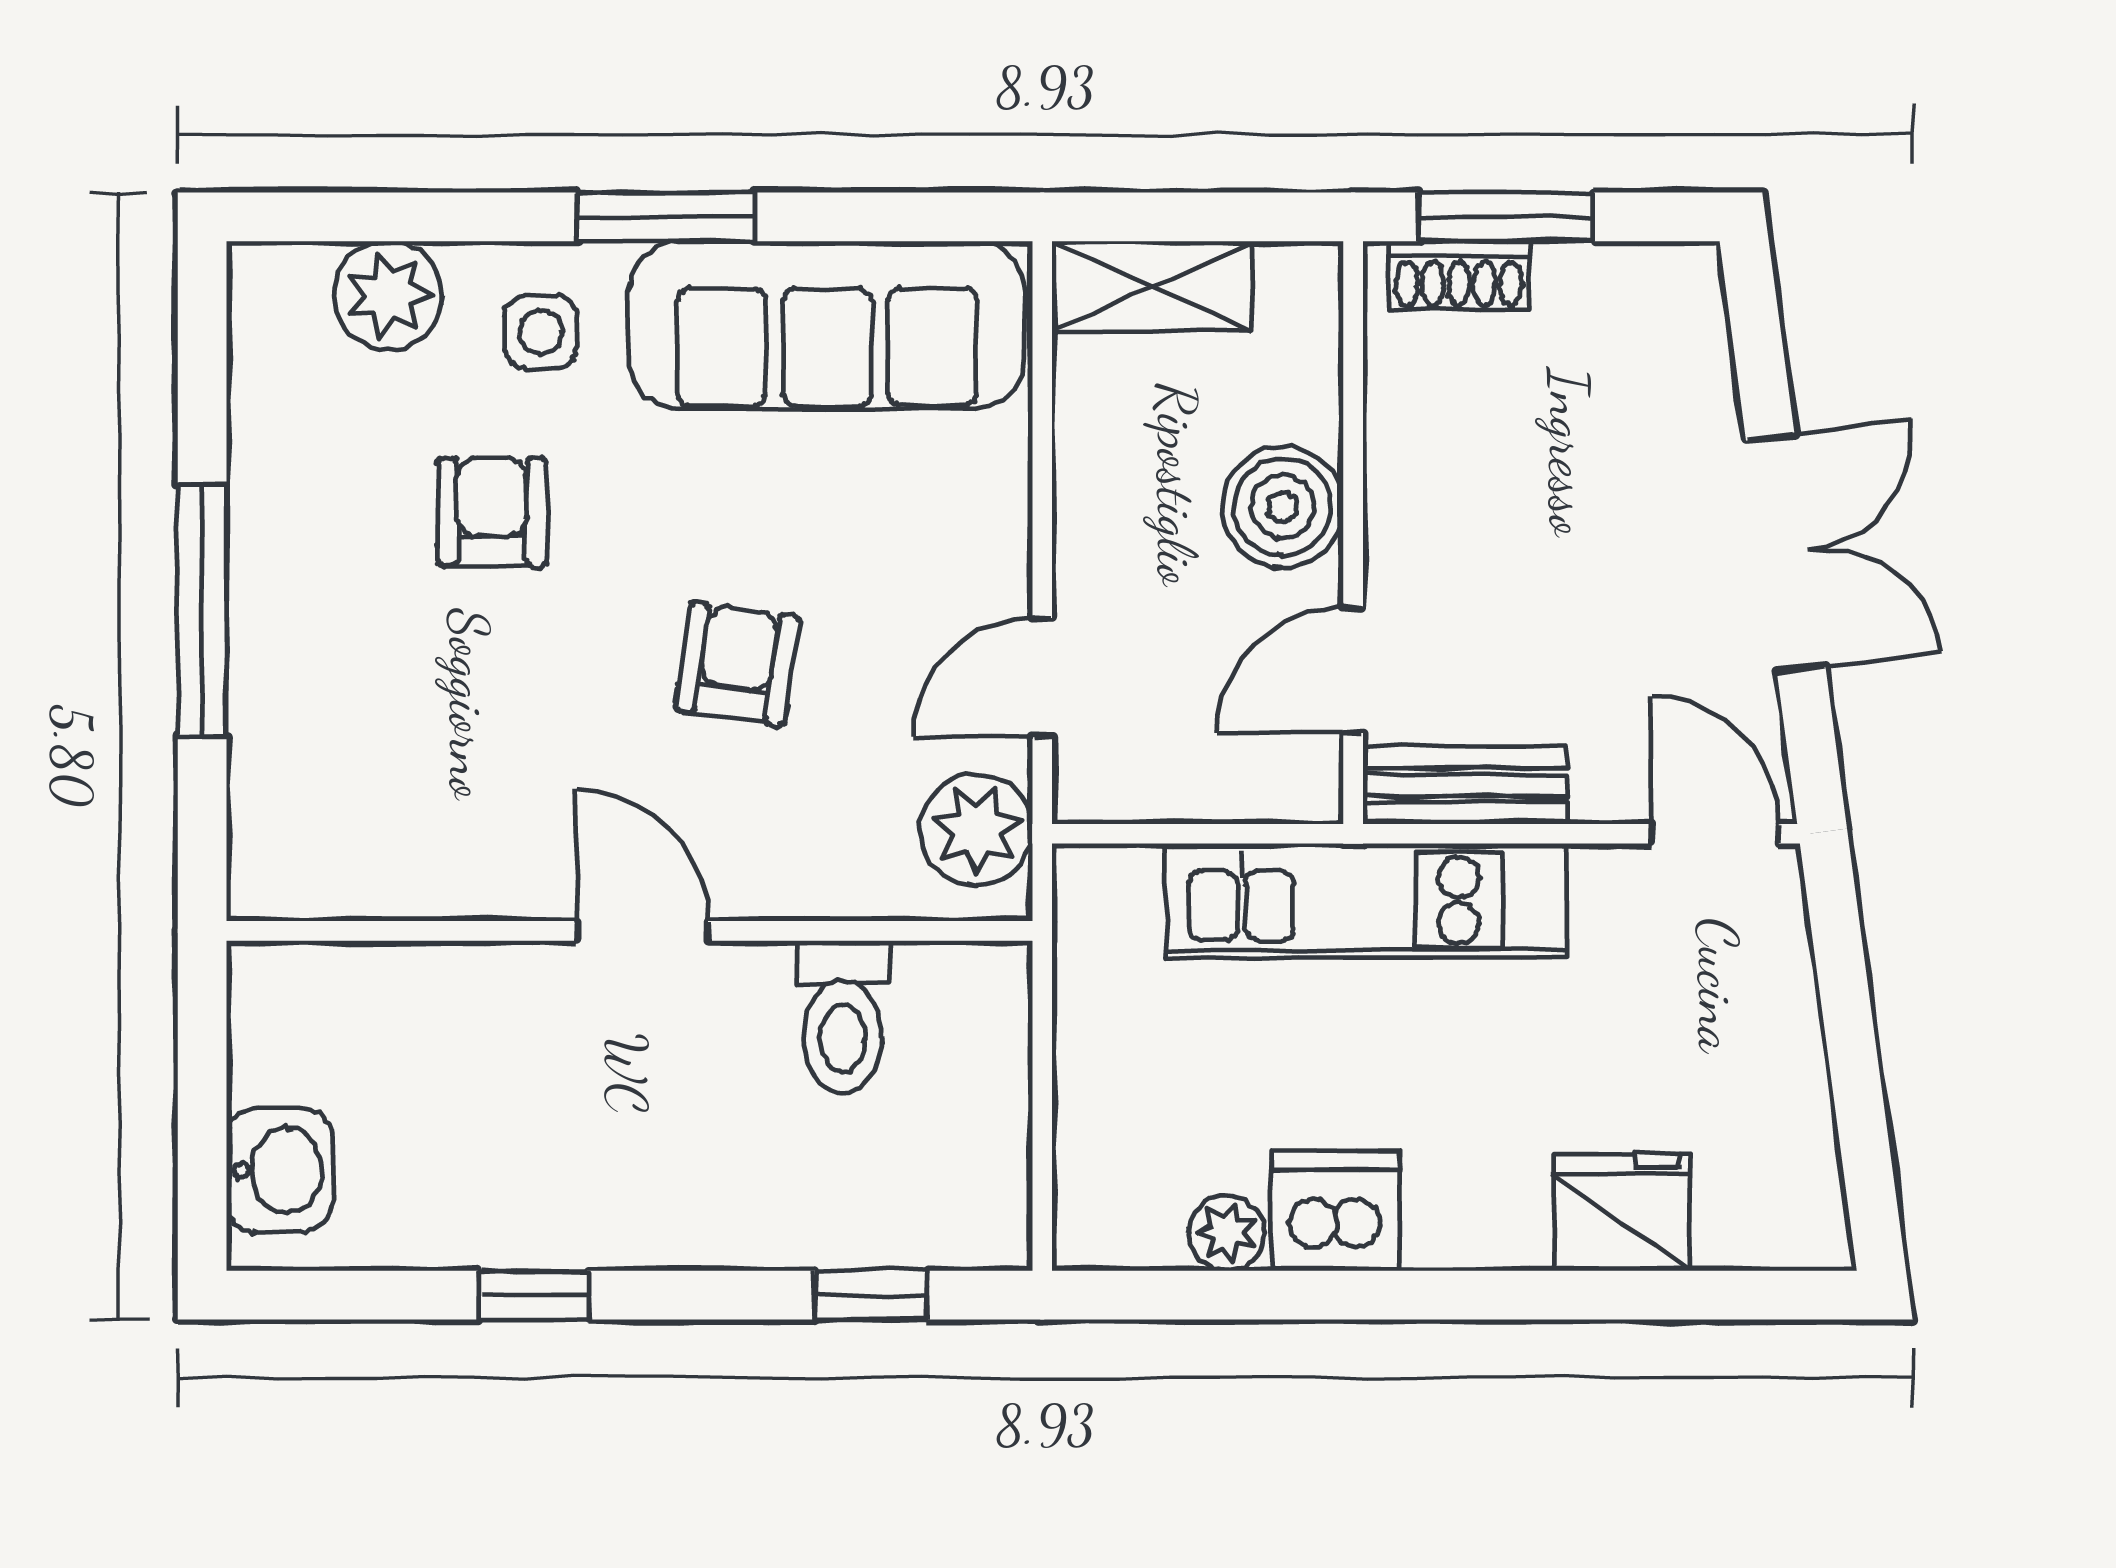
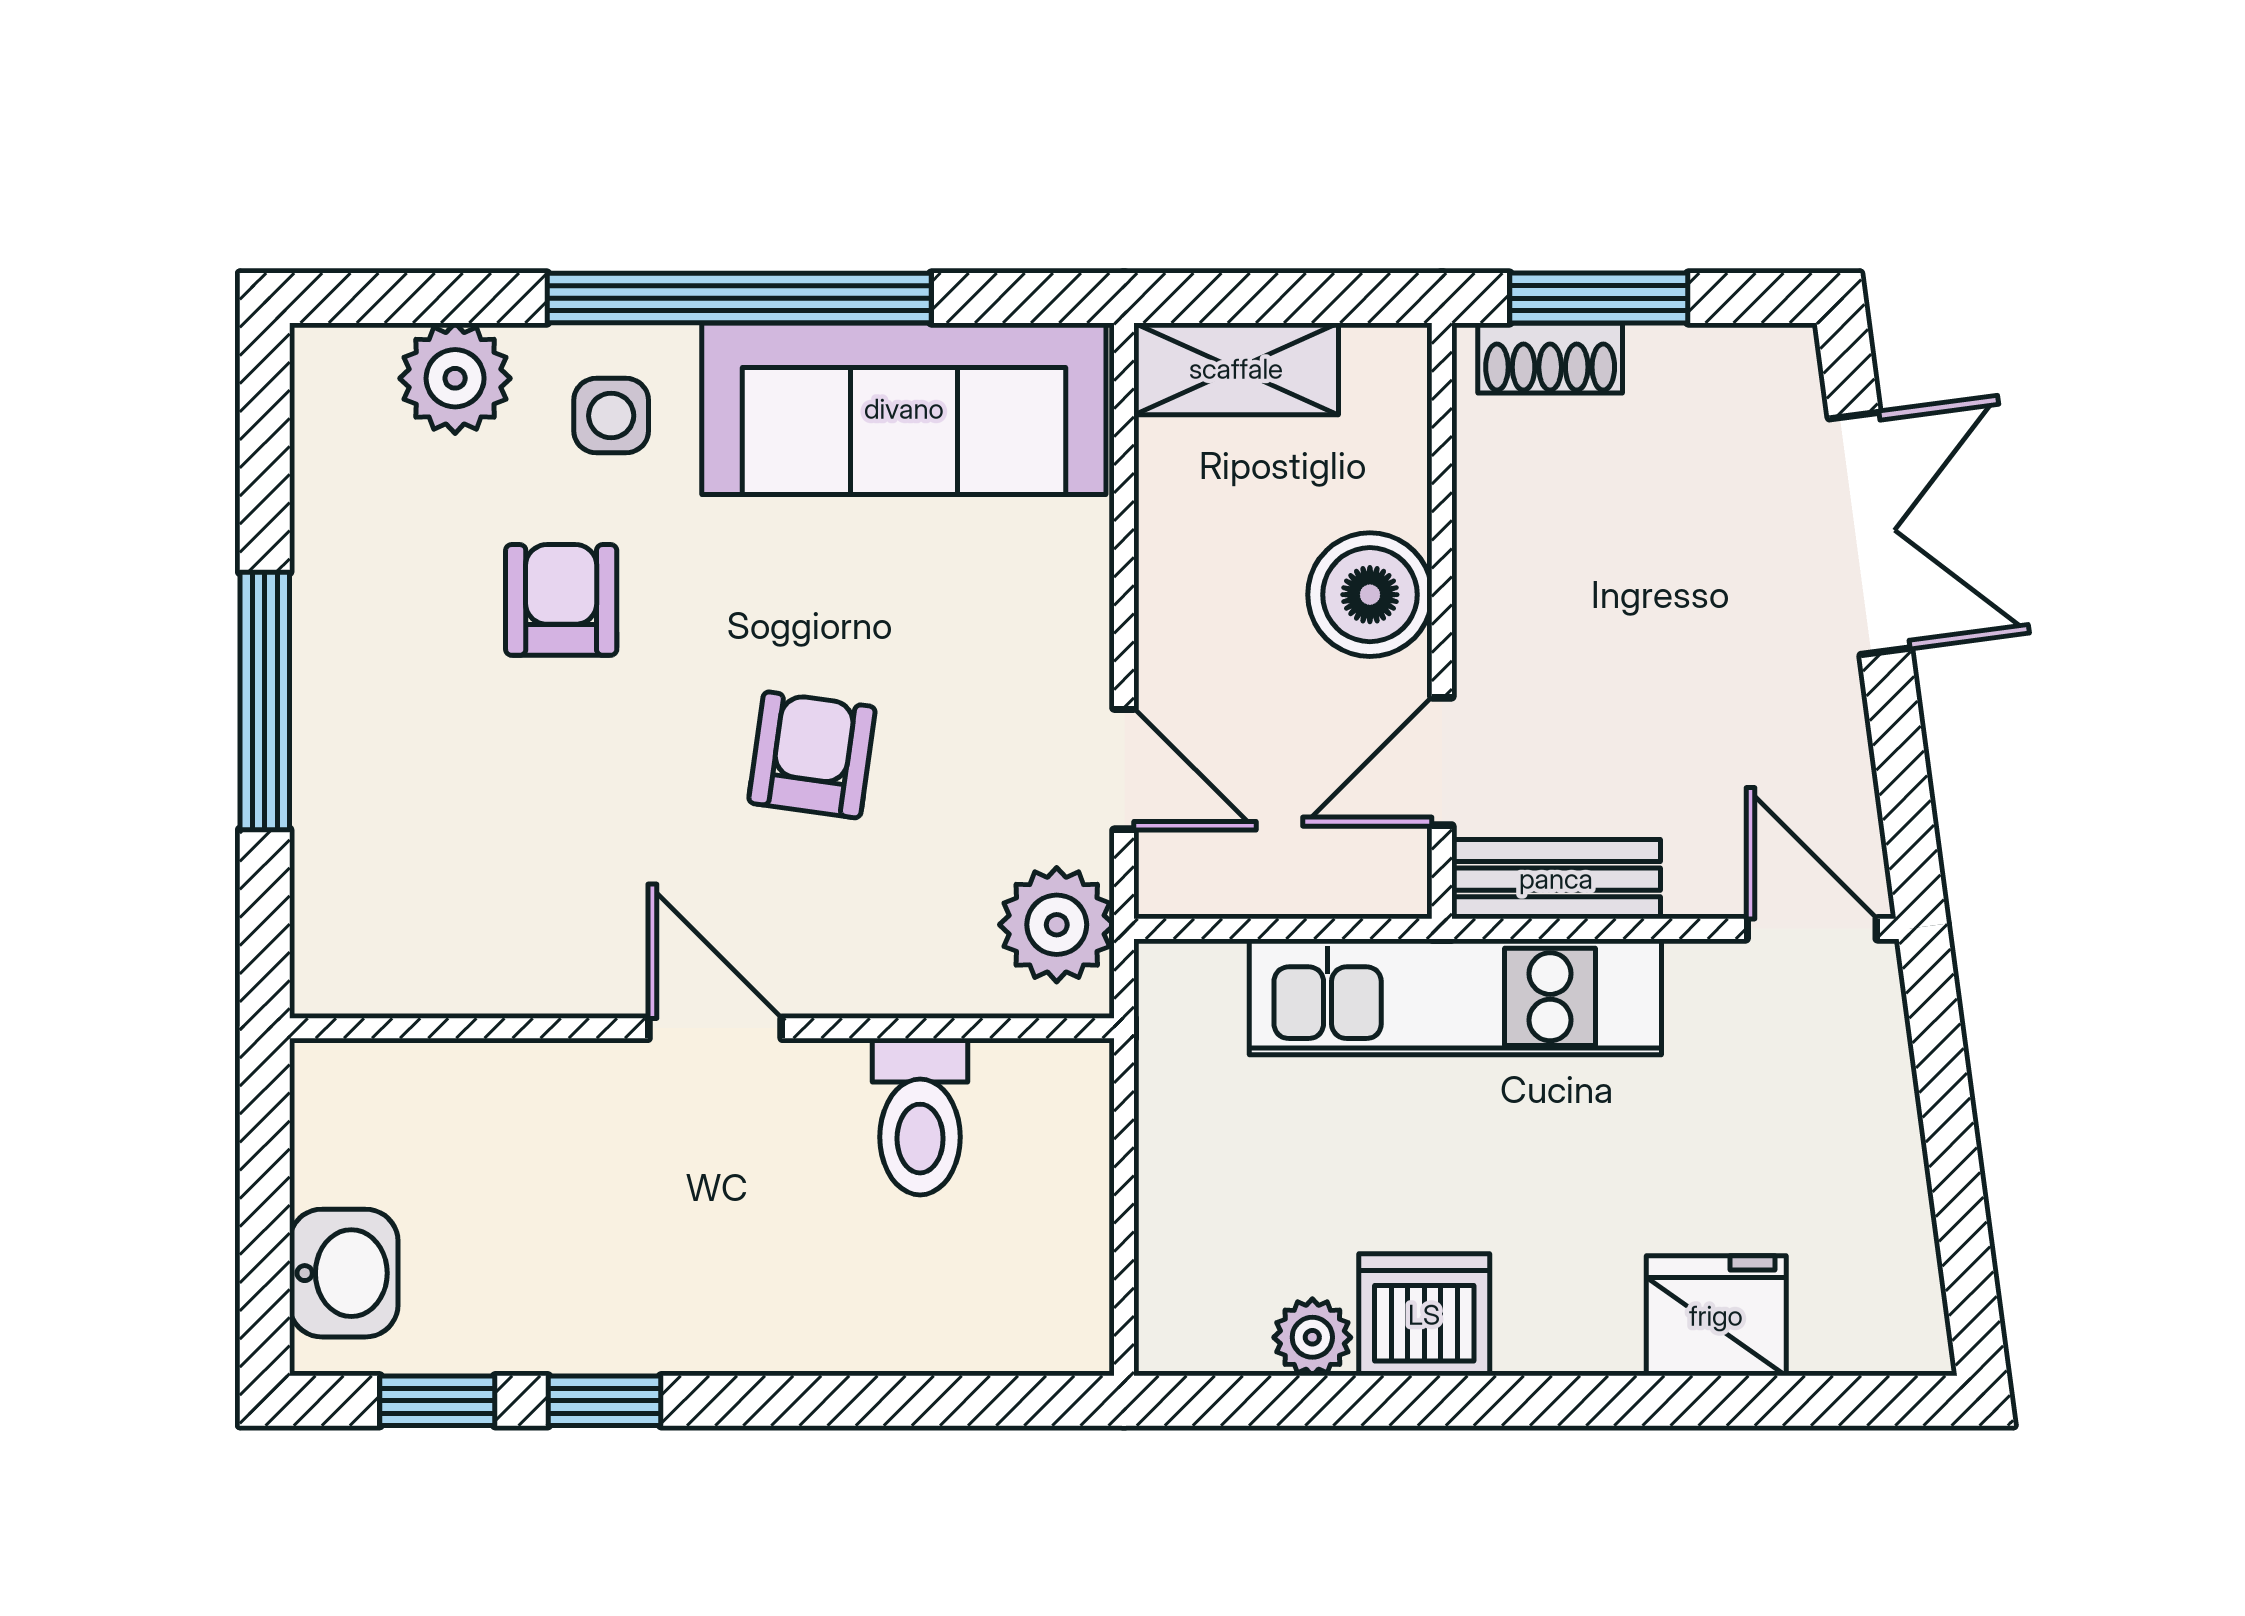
window: (666, 217) -> (739, 298), width x2.11
double door: (1786, 554) -> (1870, 533), moved
door: (1042, 678) -> (1124, 769), swing flipped
window: (871, 1295) -> (437, 1401), moved

